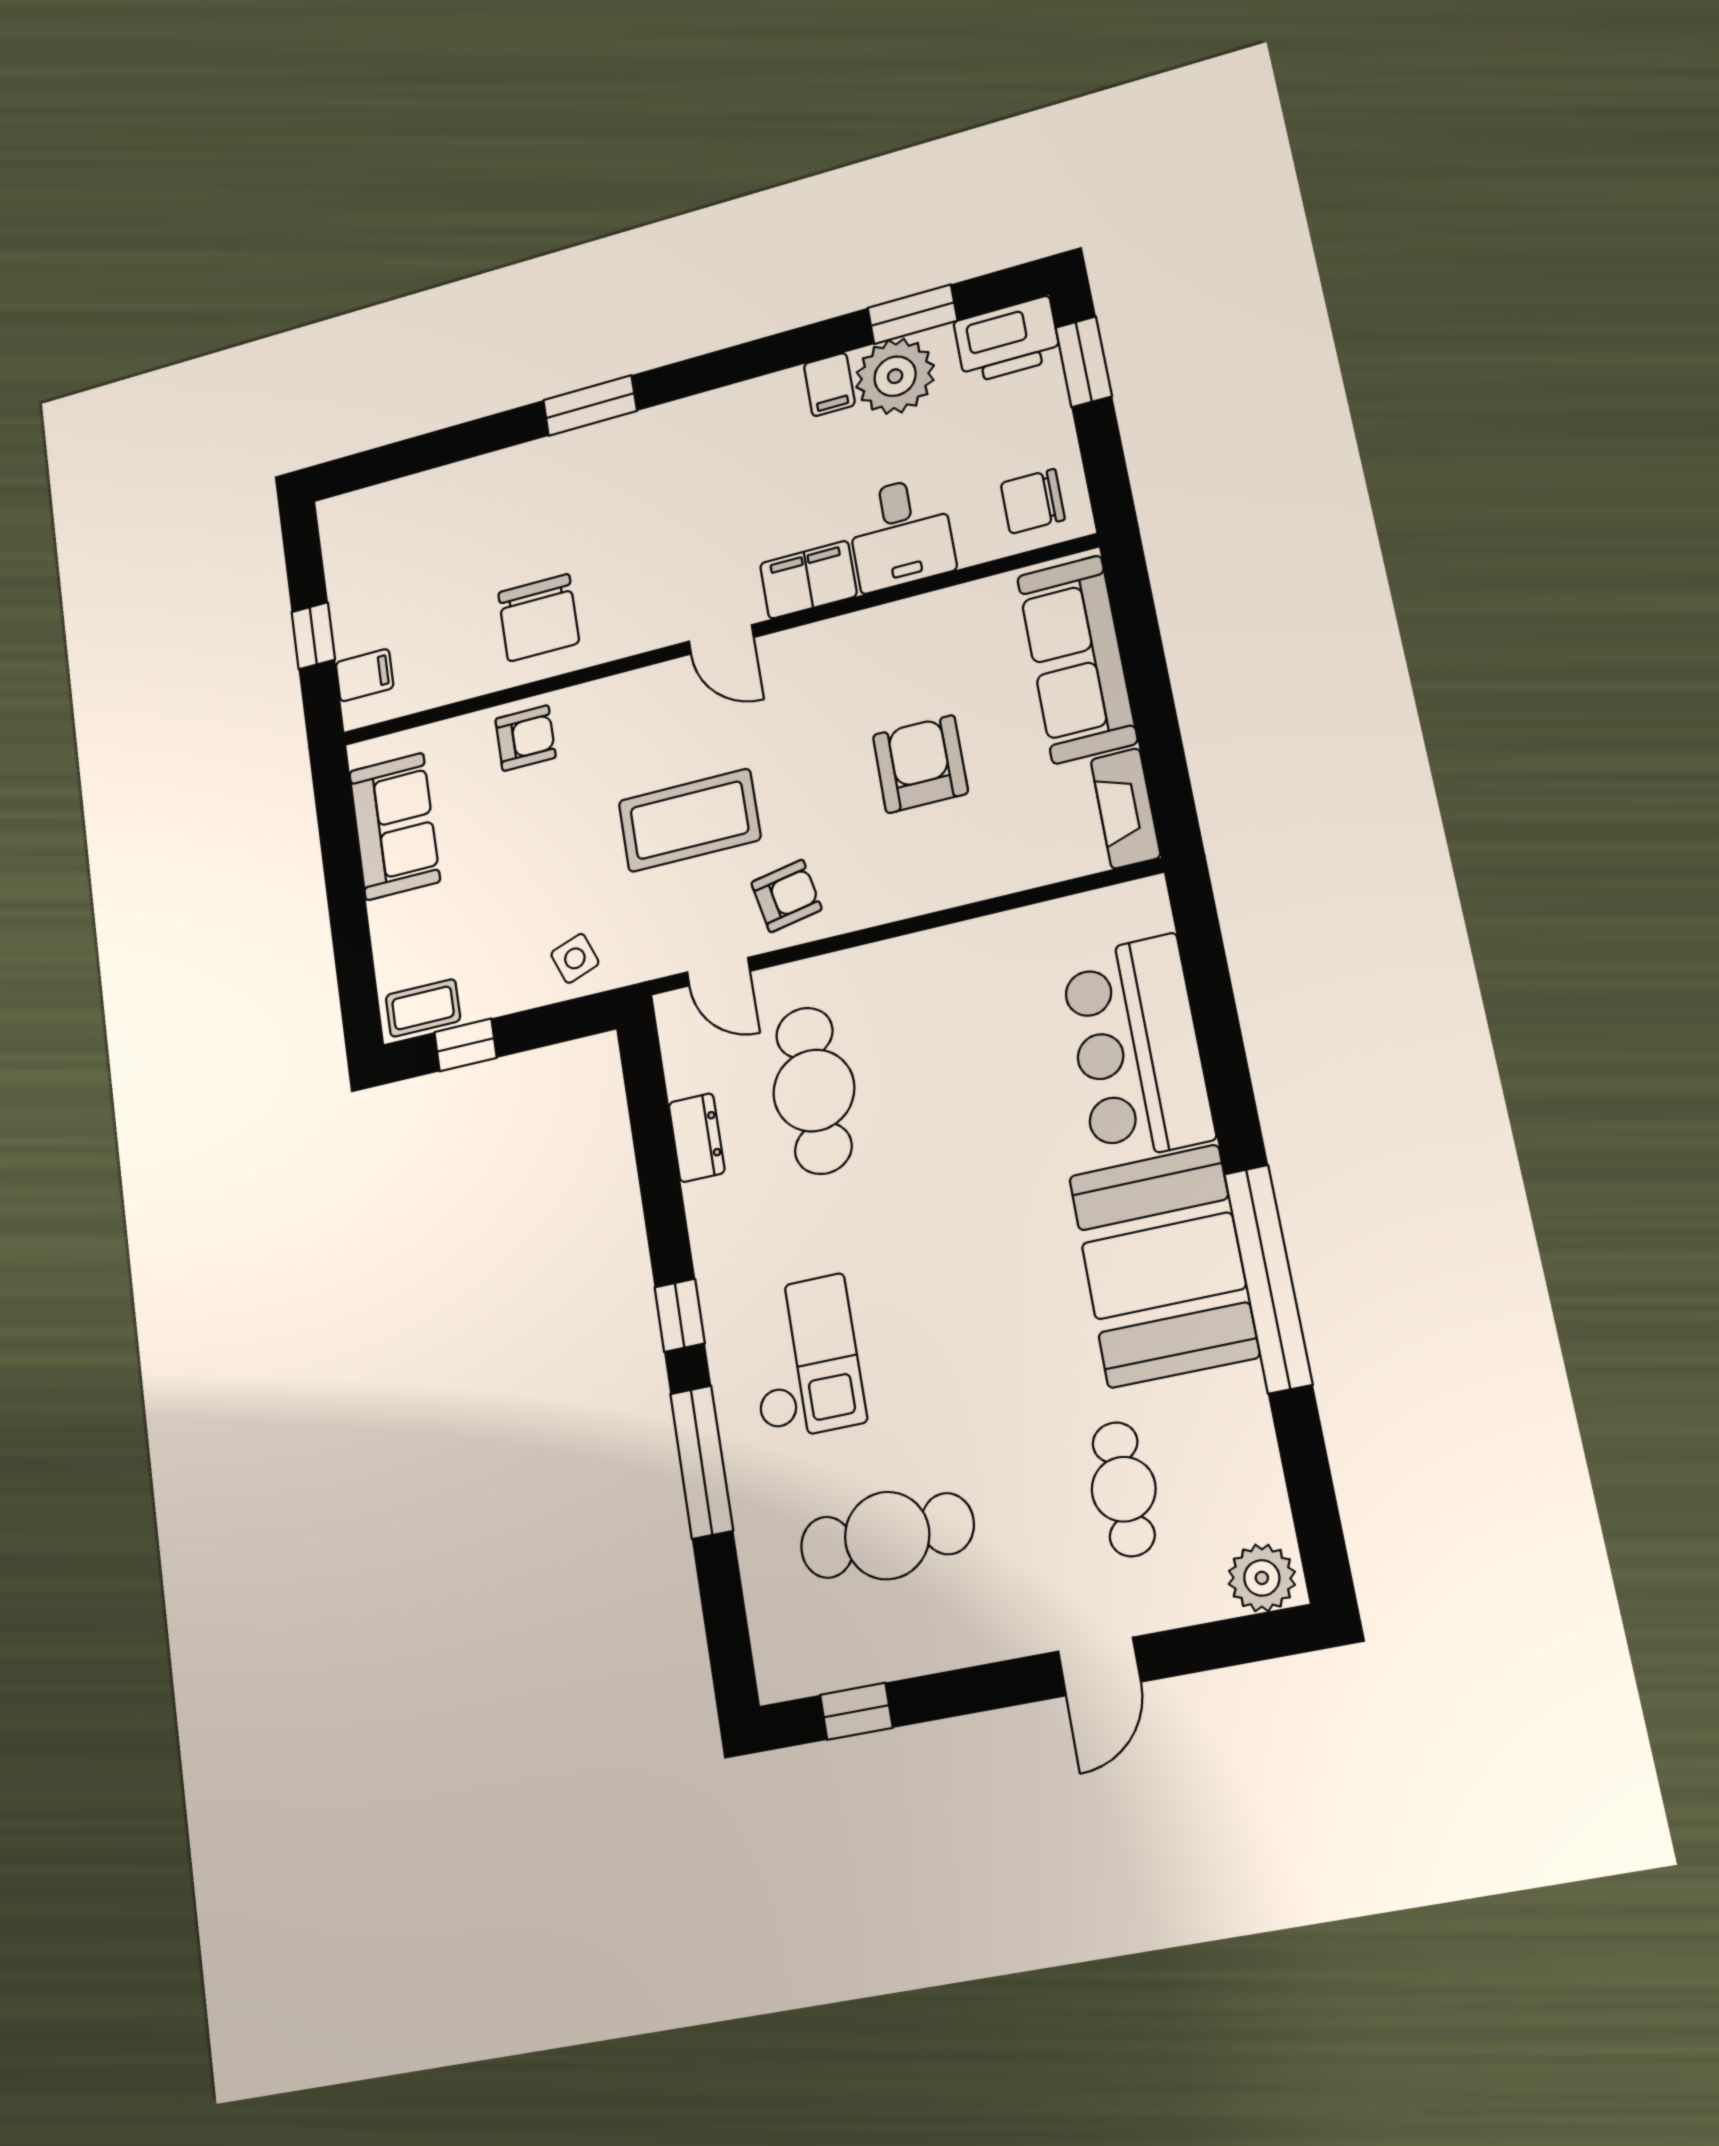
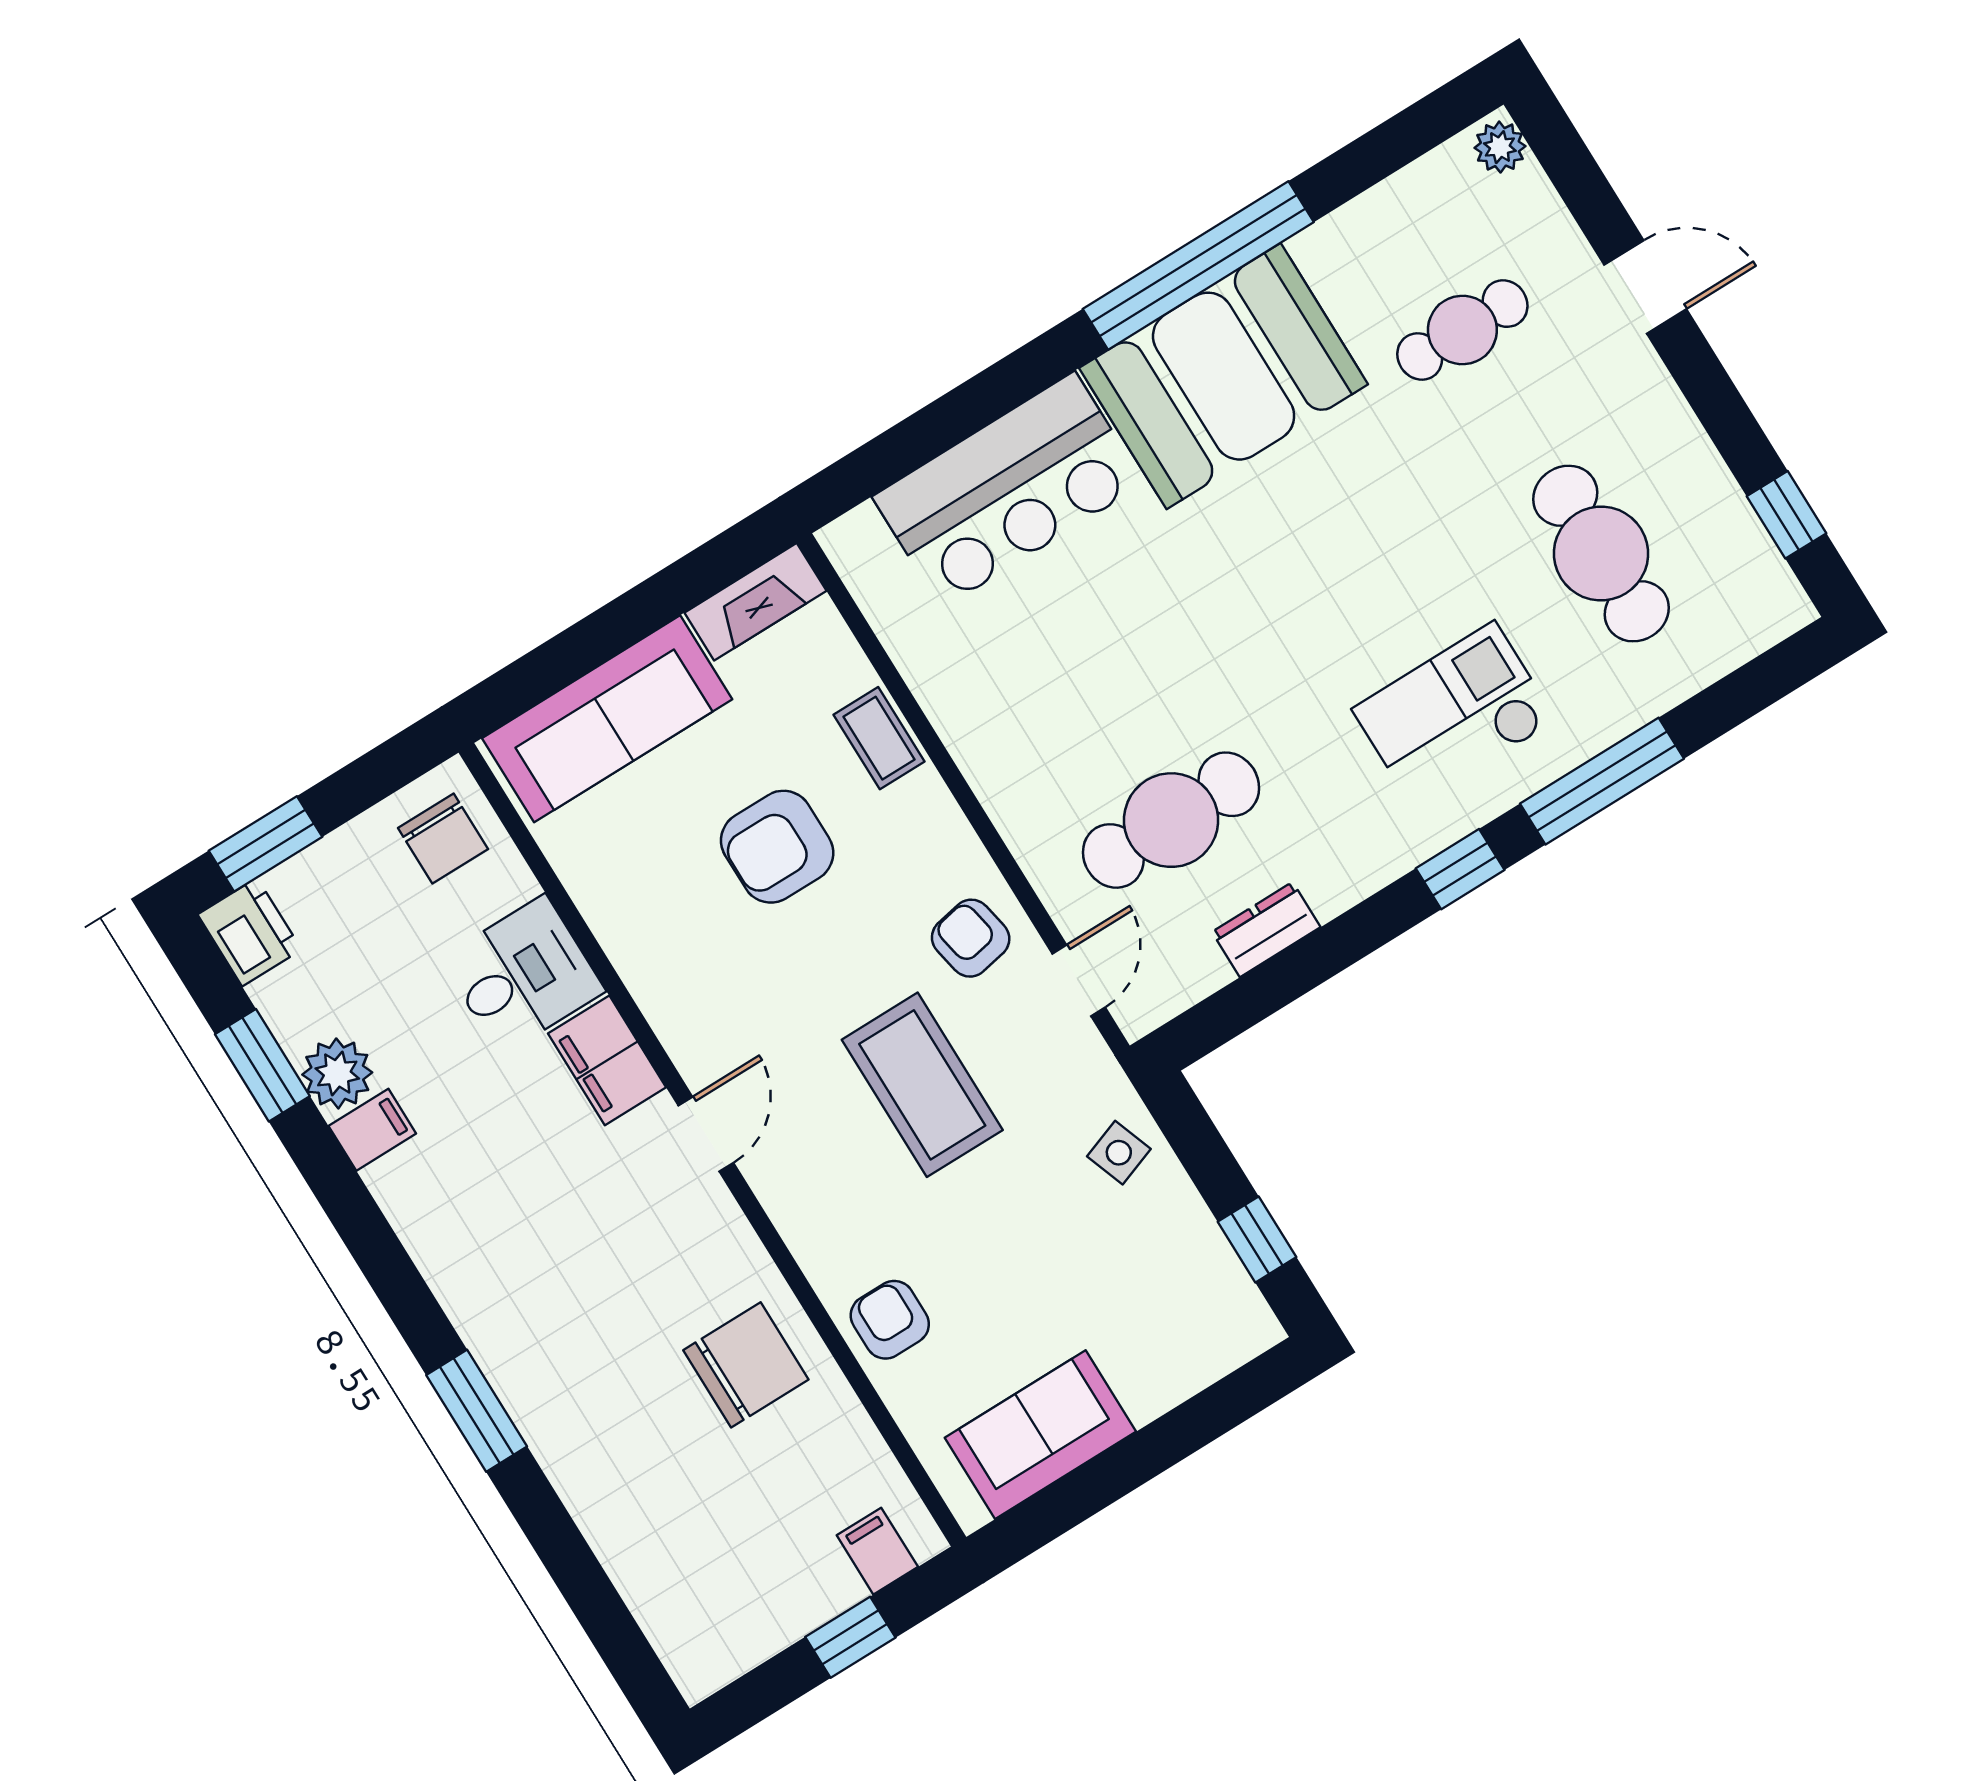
printer: (1007, 340) -> (250, 932), width x0.73, depth x0.84
plant: (895, 376) -> (337, 1073), width x0.73, depth x0.73
coffee table: (423, 1008) -> (879, 738), moved
plant: (1262, 1578) -> (1500, 147), width x0.73, depth x0.73

